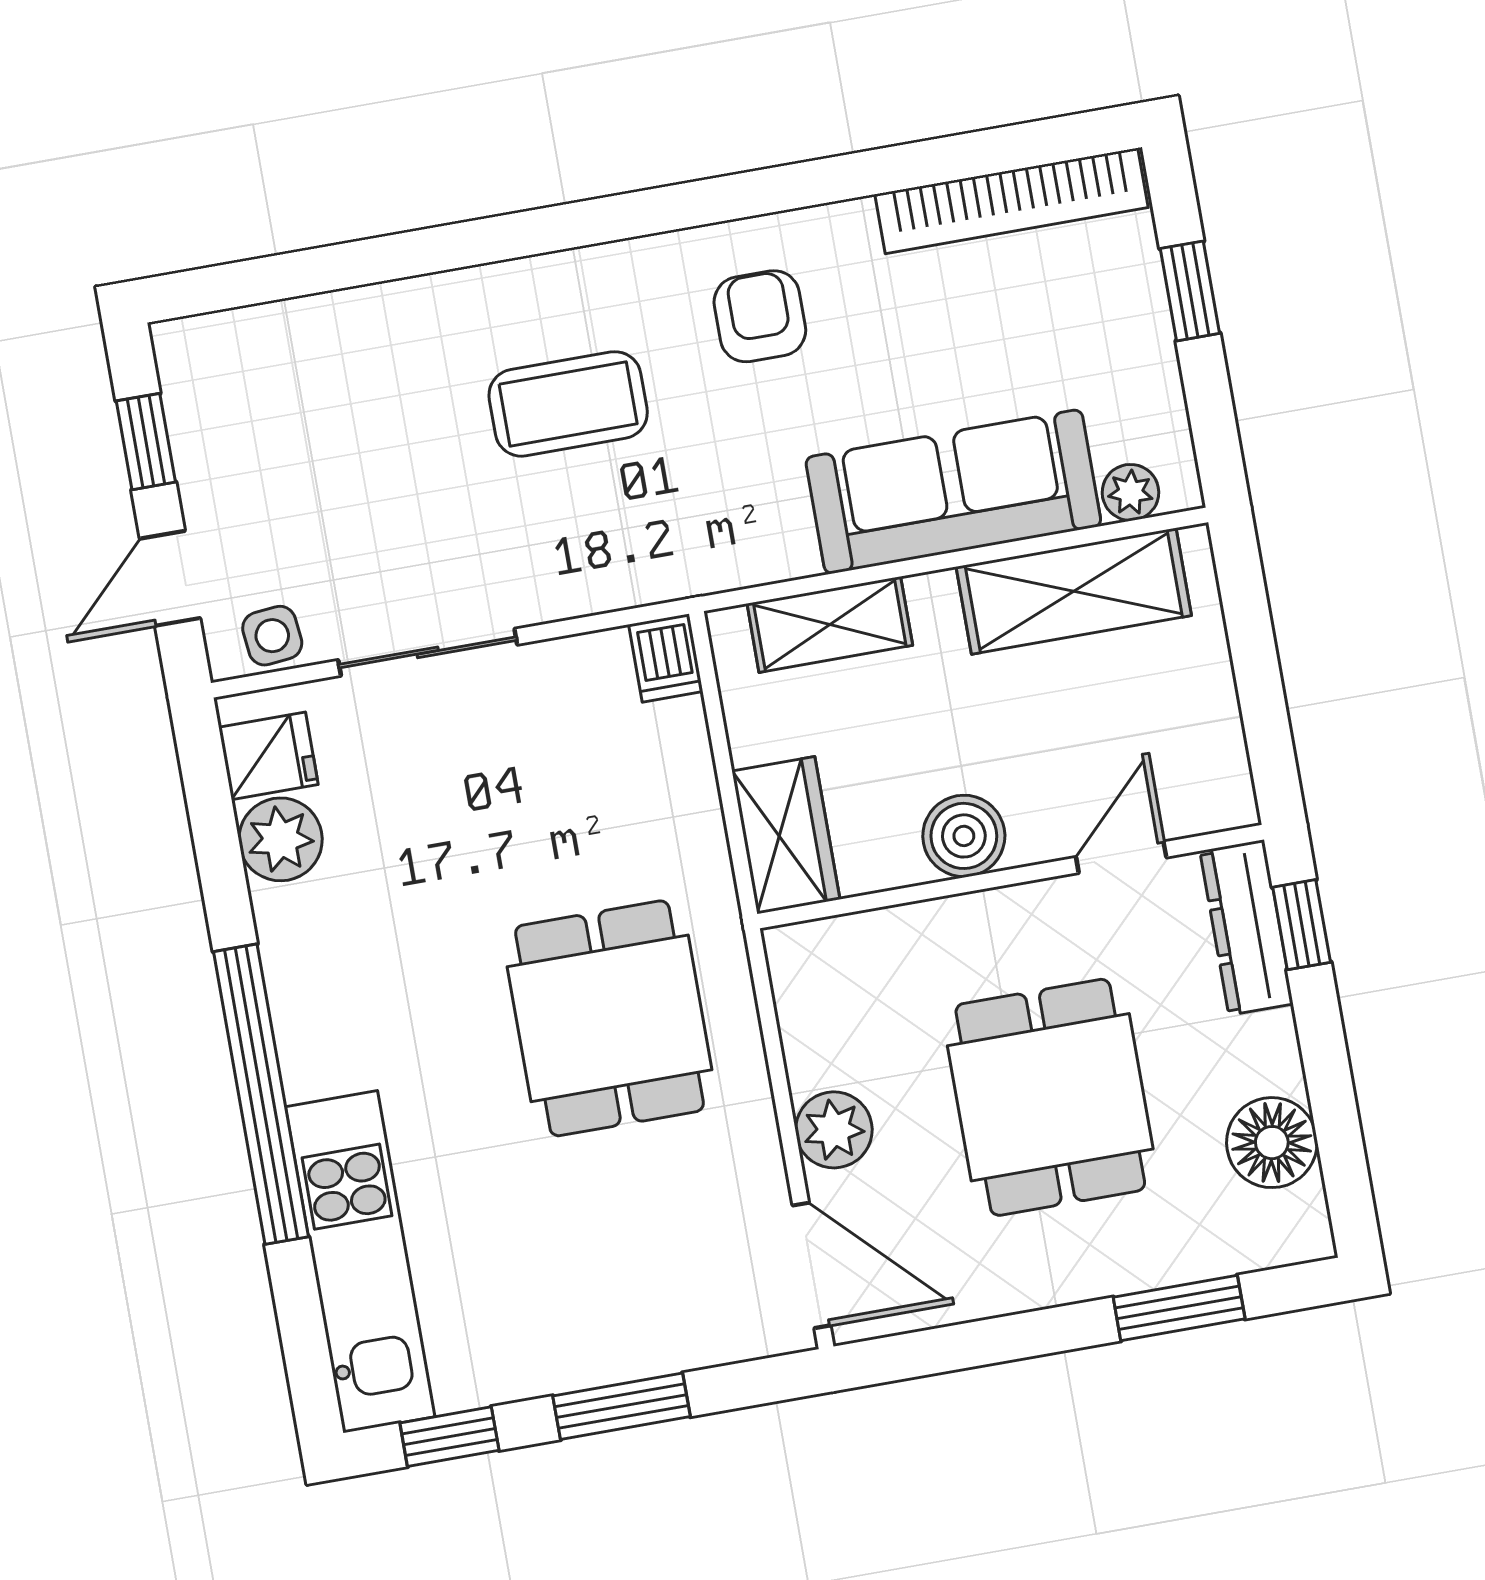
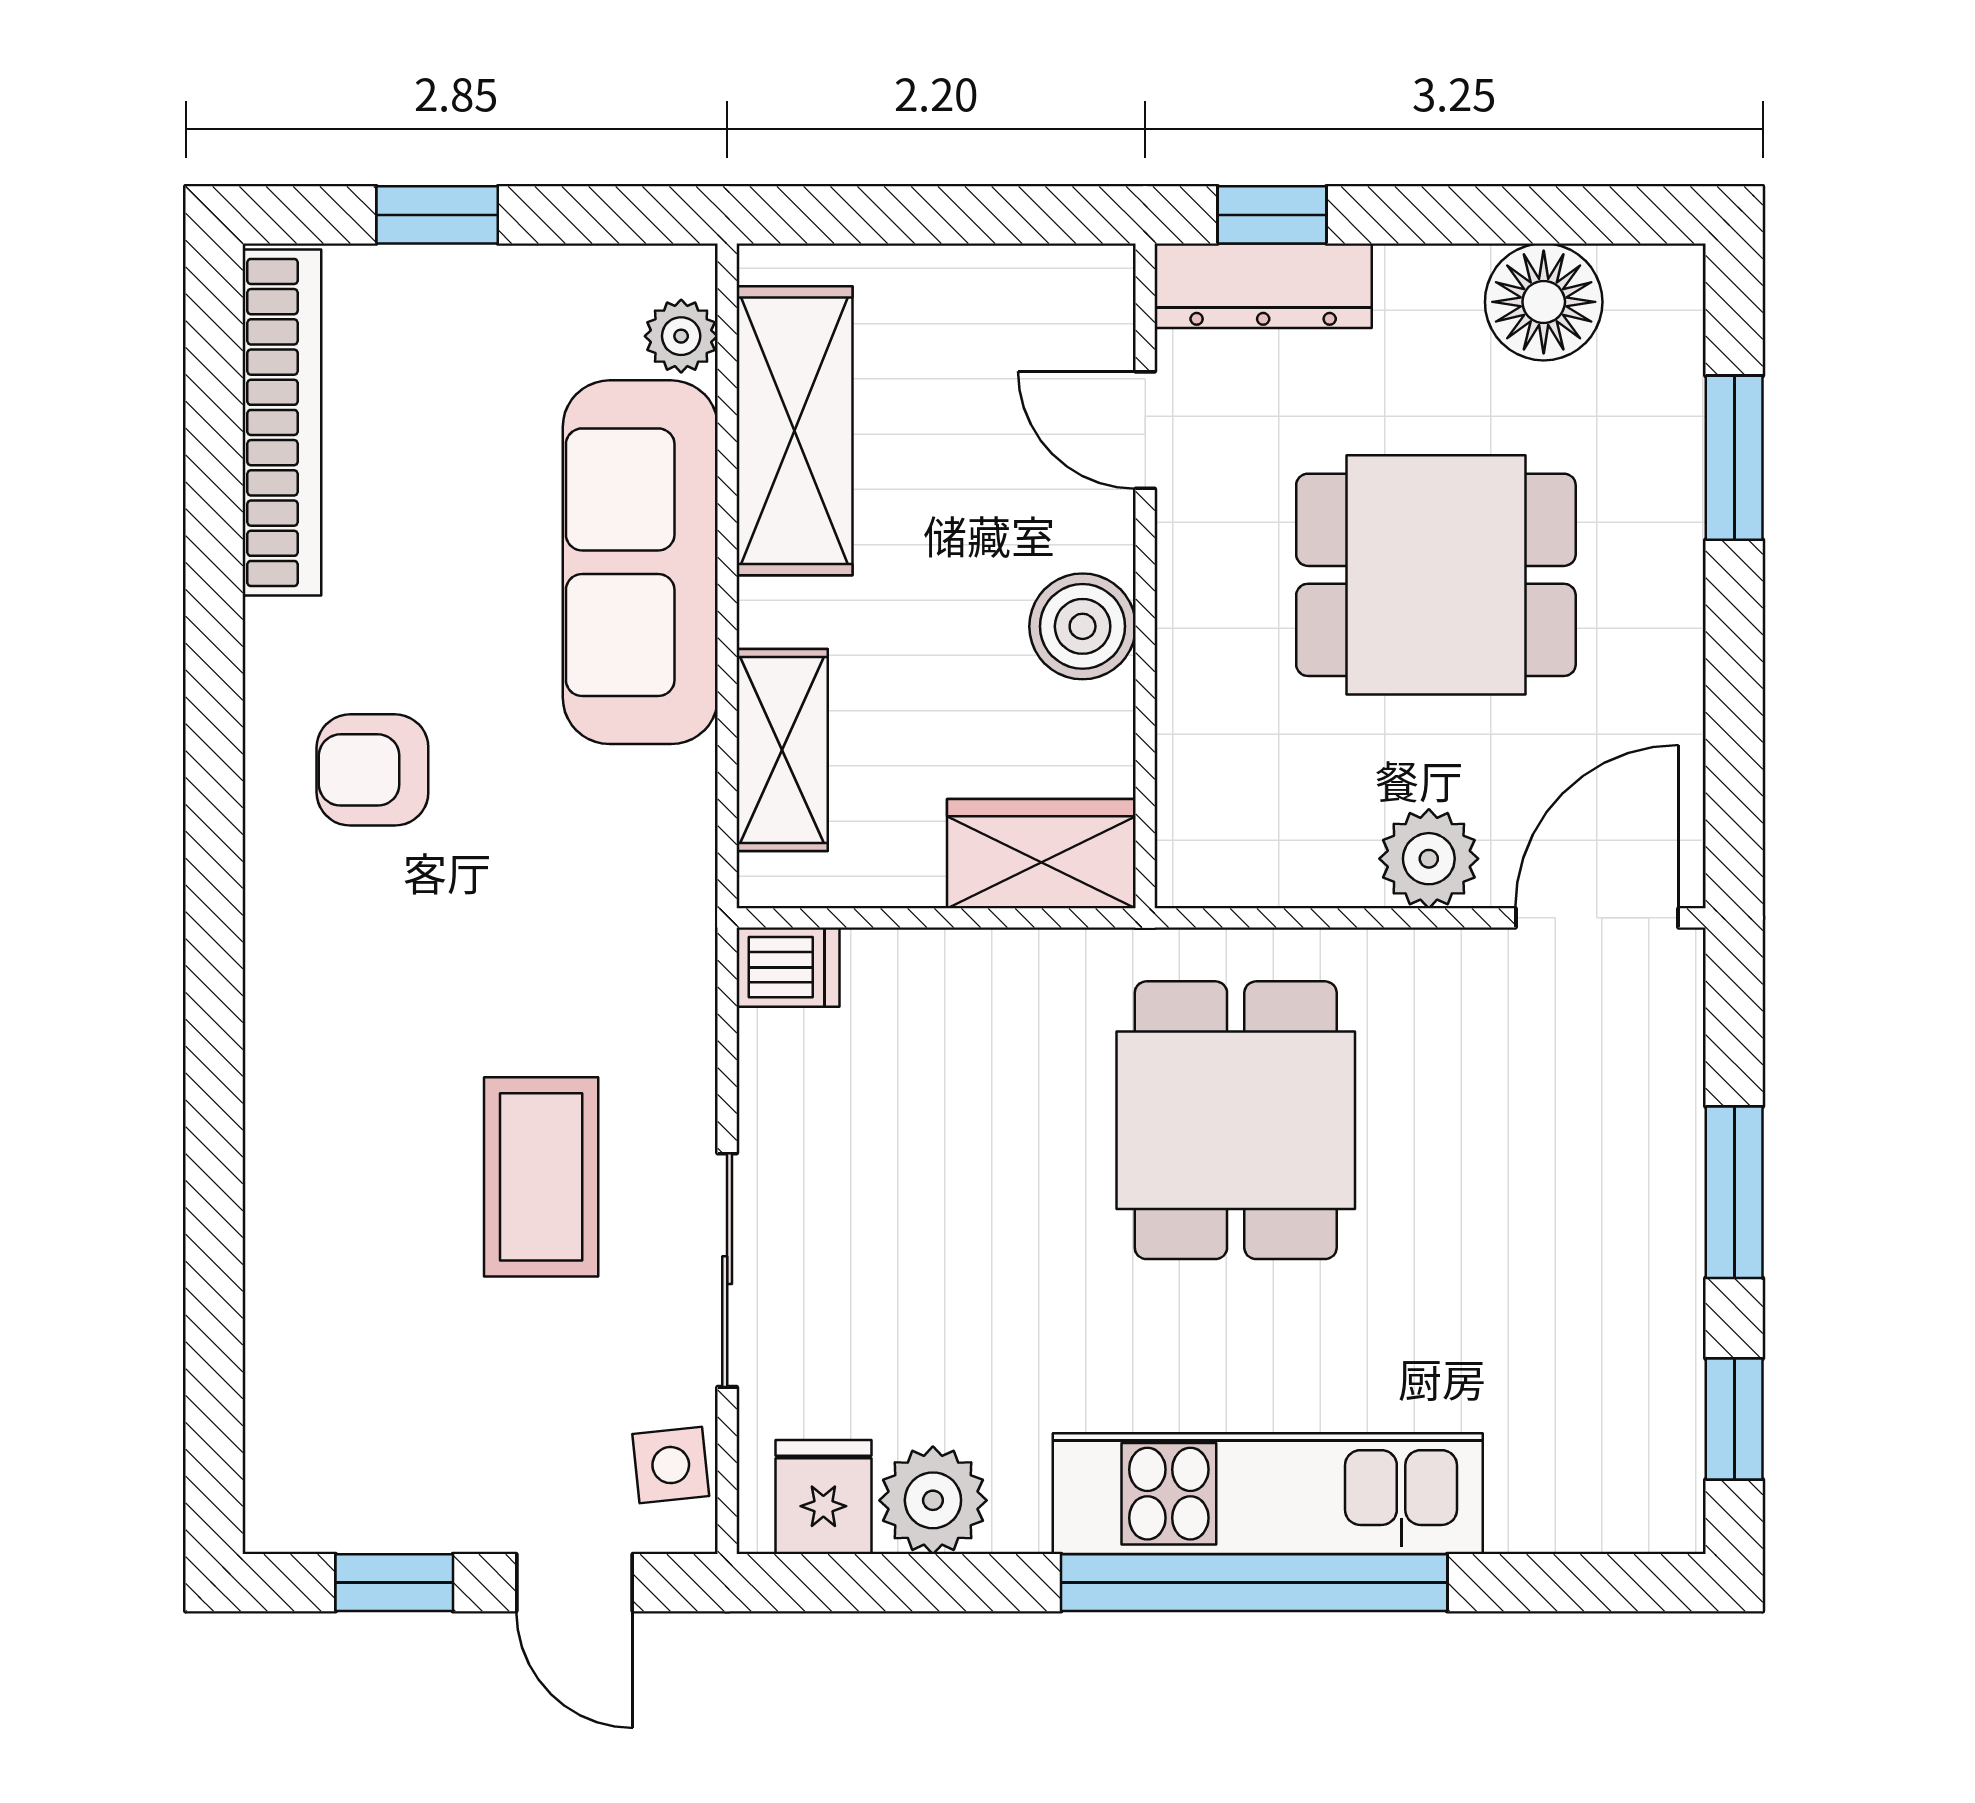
coffee table: (568, 404) -> (541, 1177), moved
dining table: (610, 1018) -> (1236, 1120), turned 90
kitchen unit: (360, 1262) -> (1268, 1494), moved

